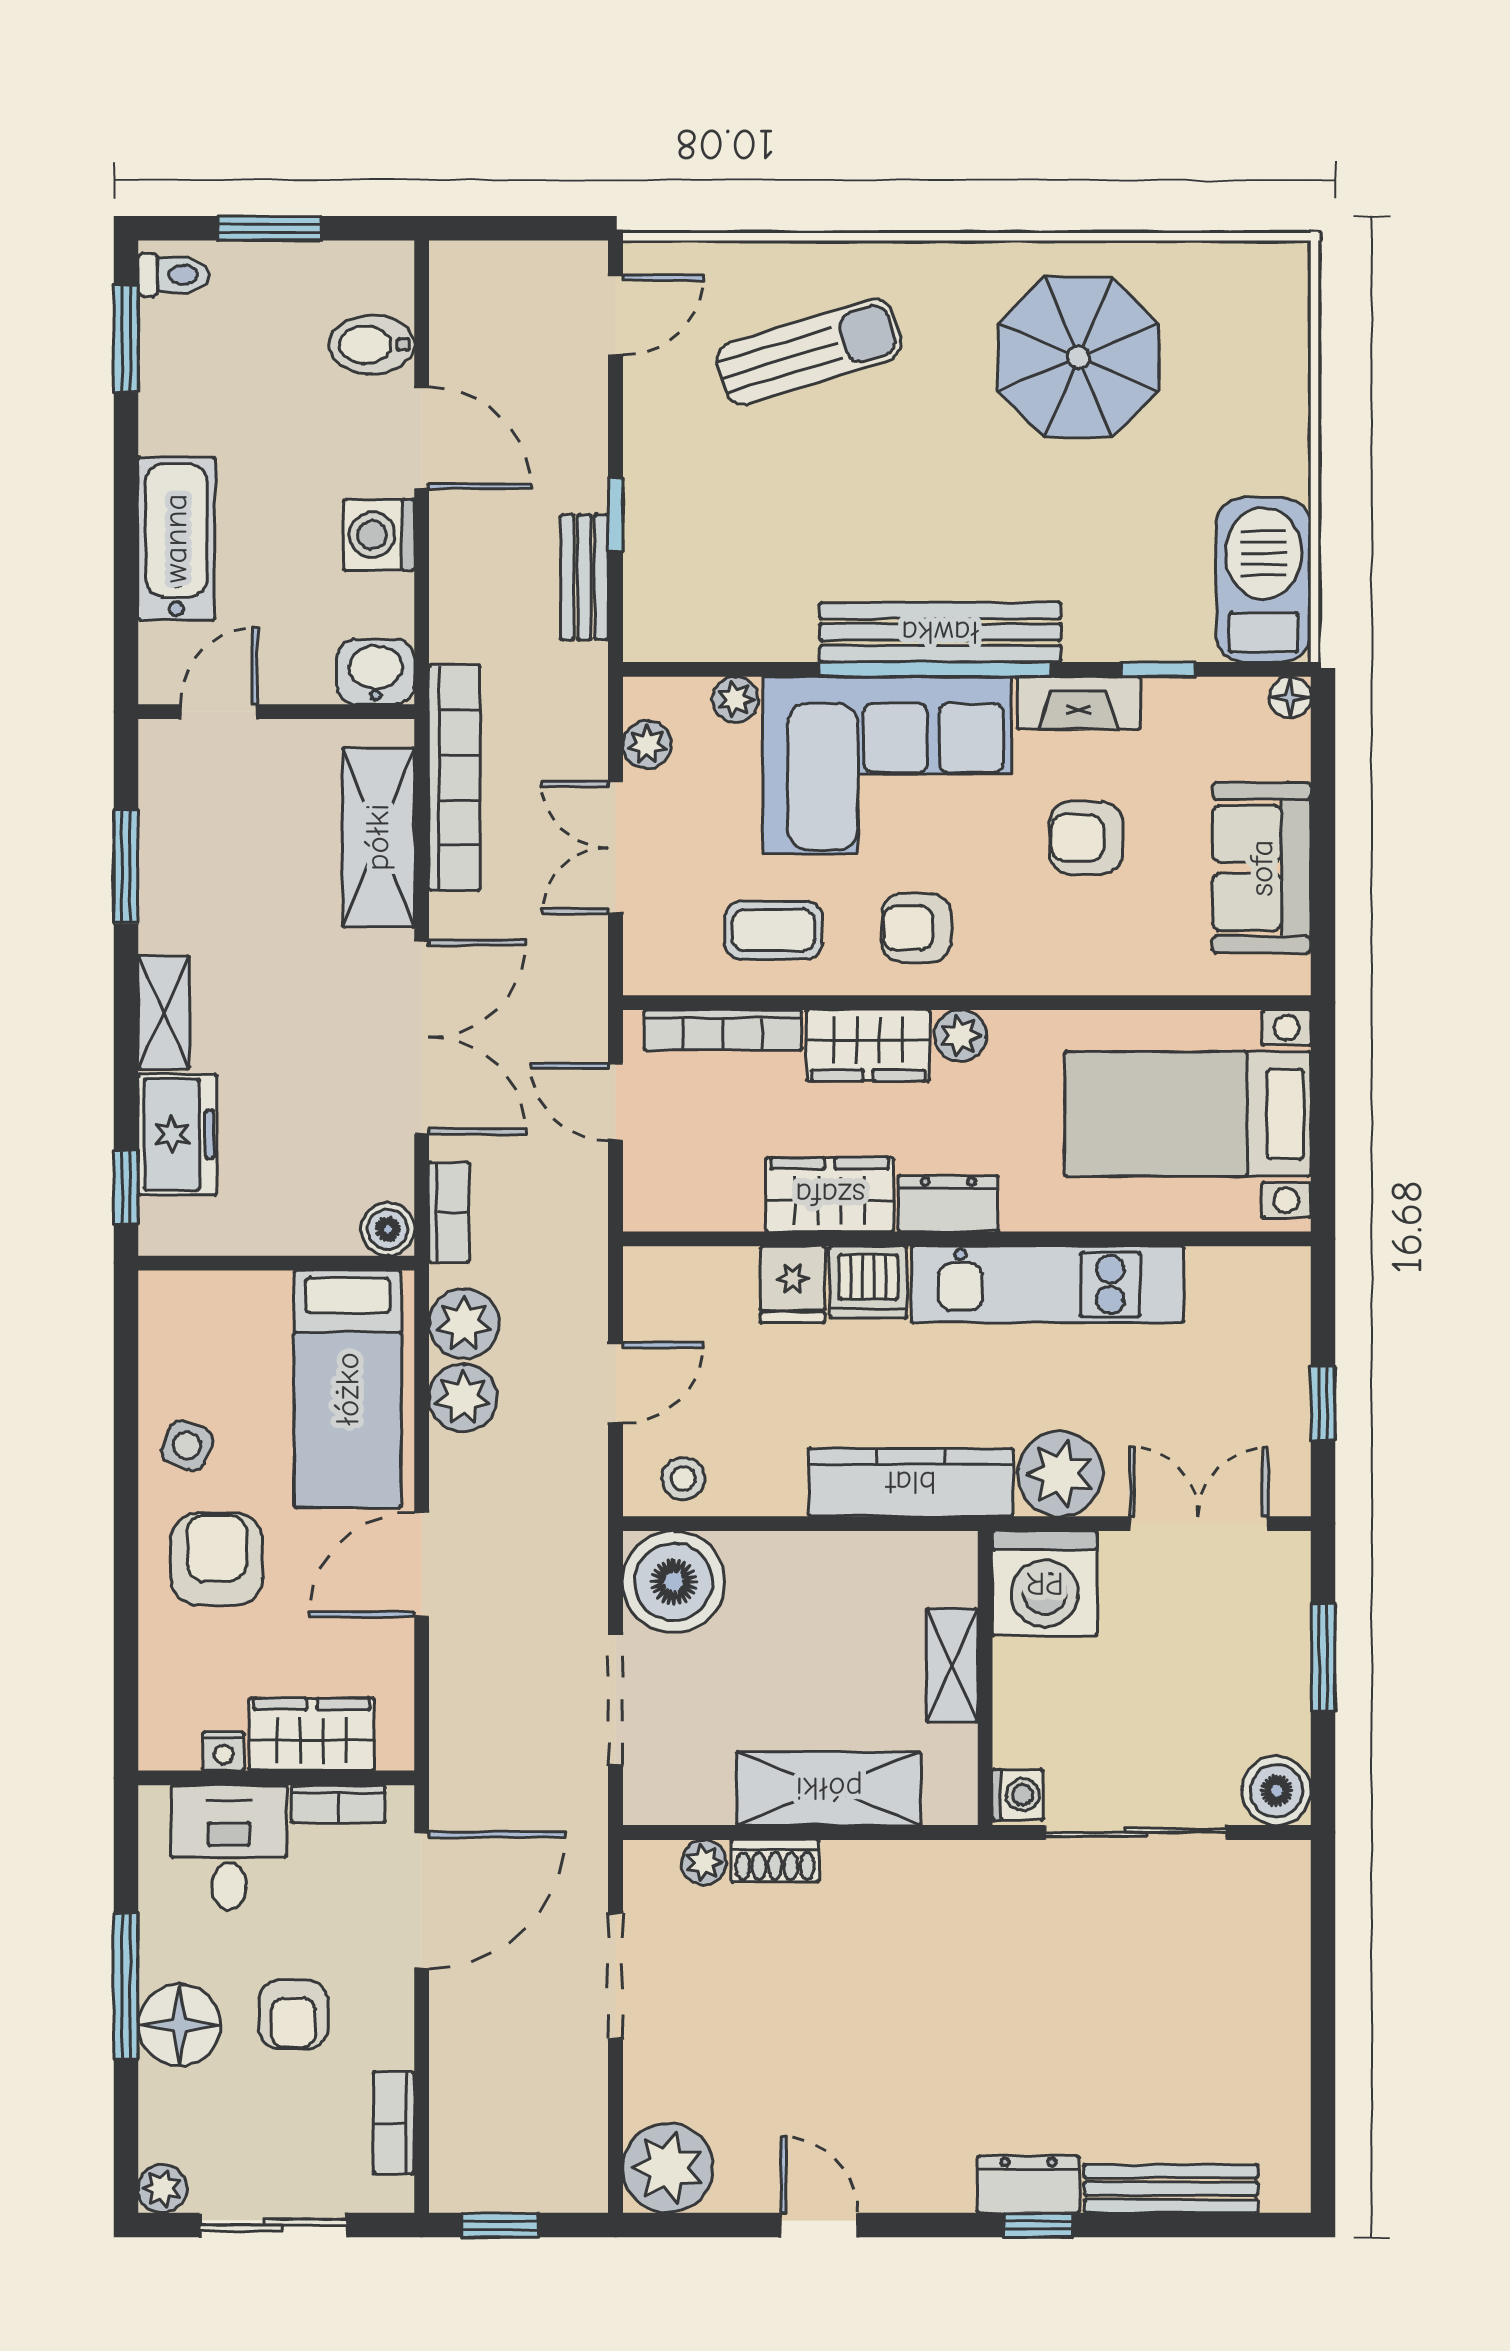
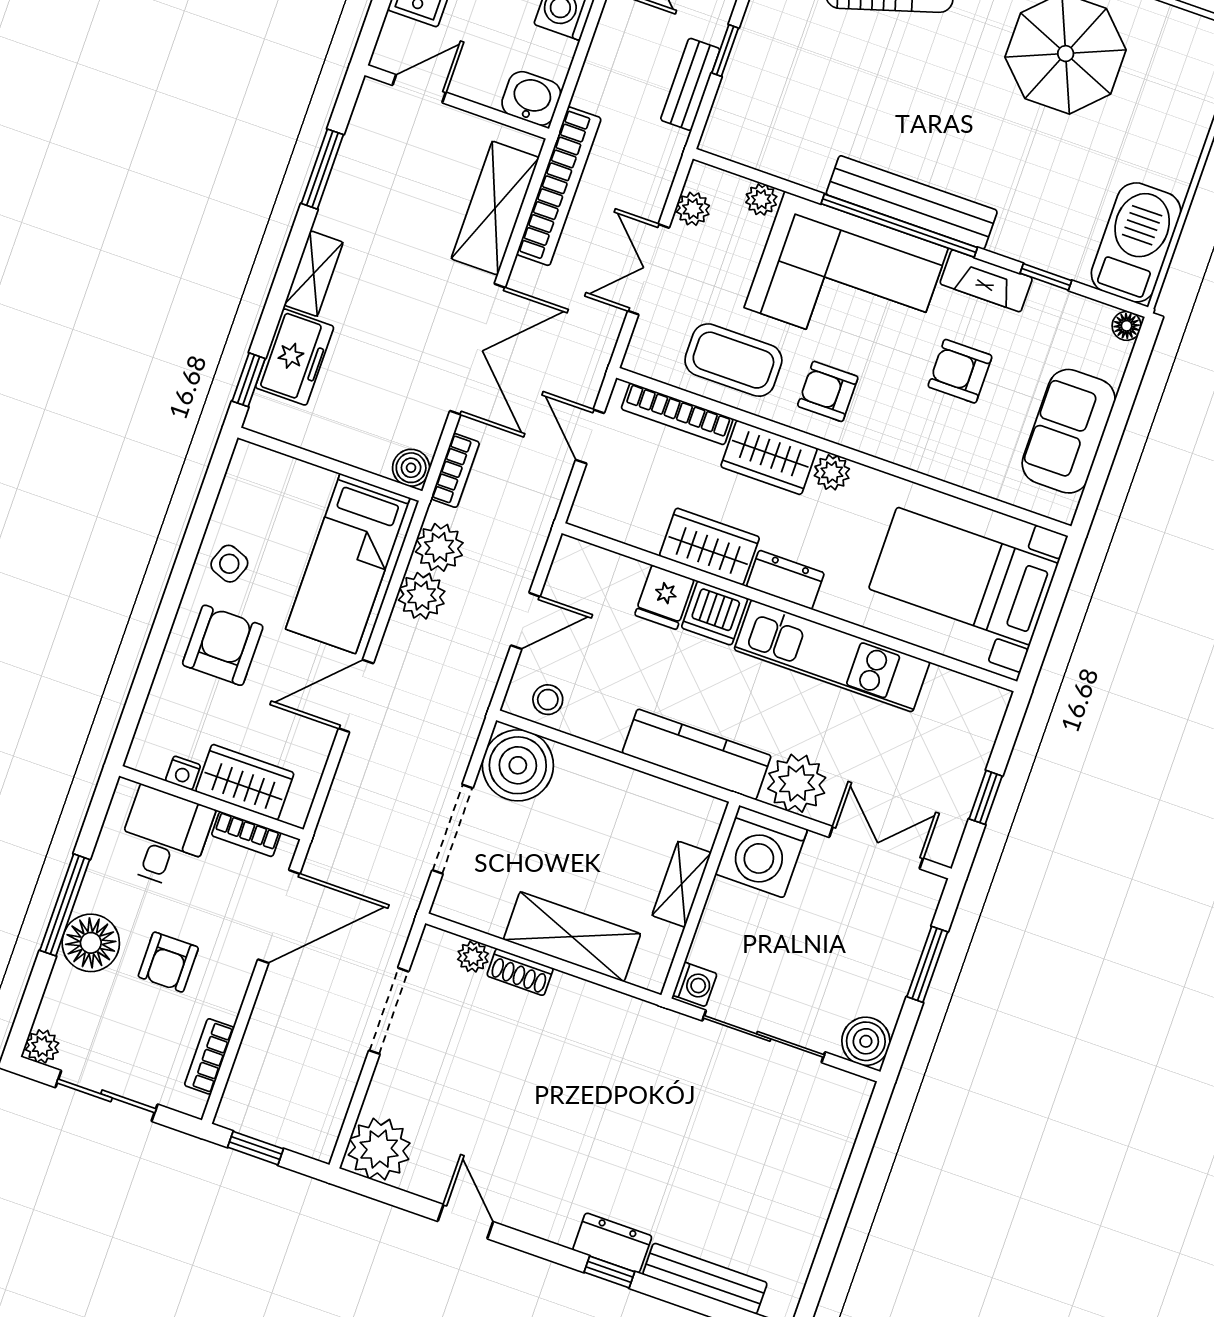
coffee table: (774, 930) -> (733, 360), width x1.36, depth x1.30

